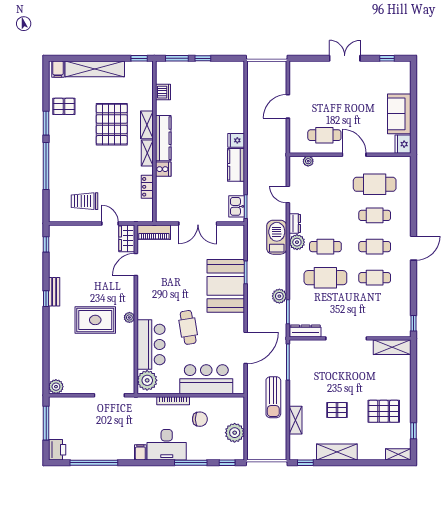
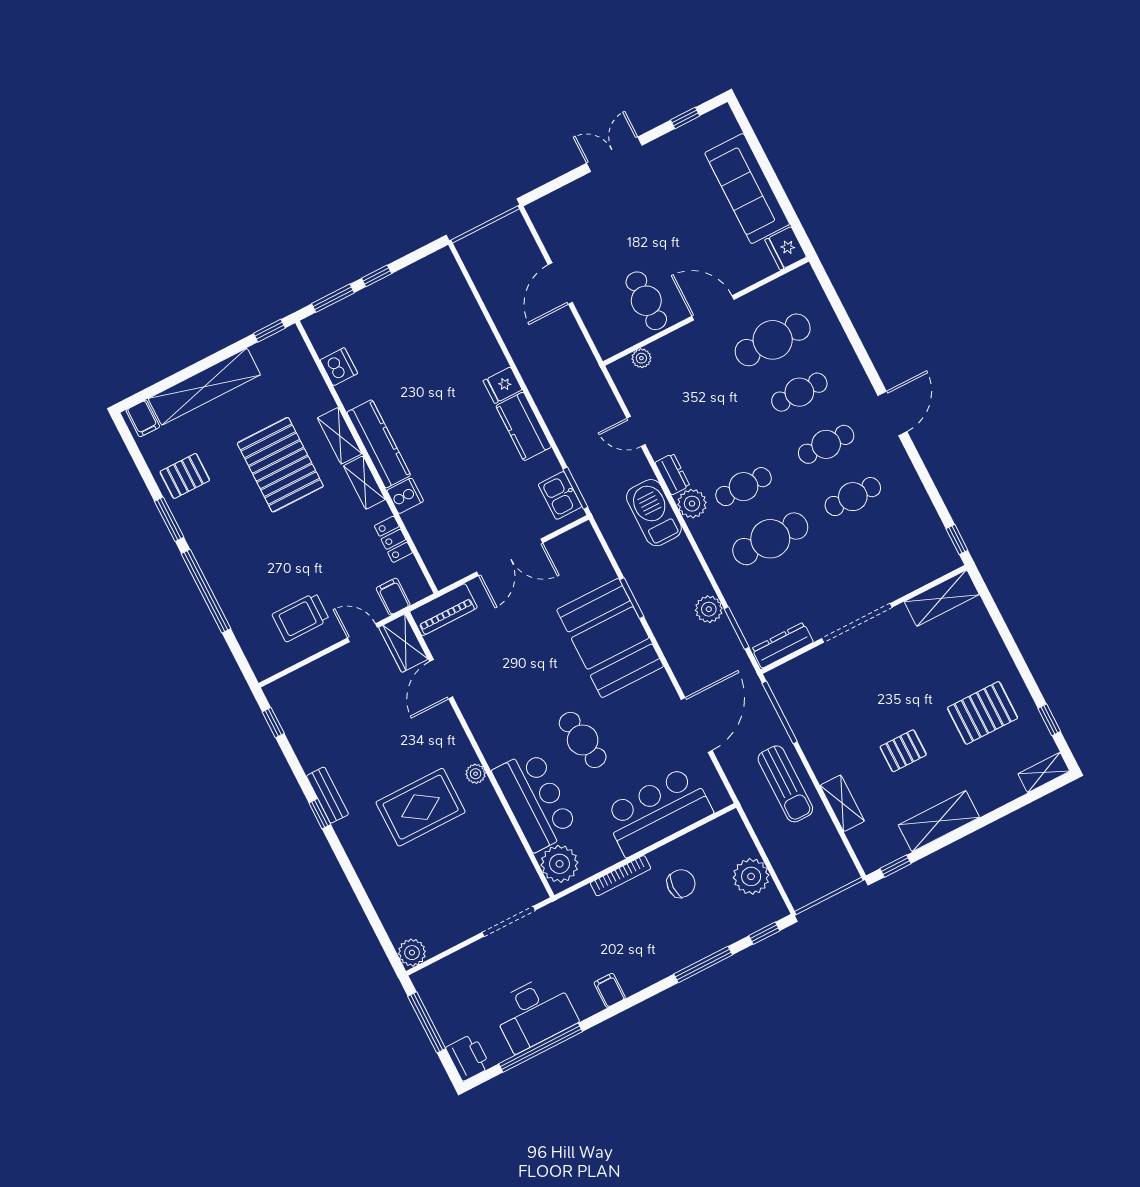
sofa: (399, 114) -> (747, 189), width x1.36
cafe table: (324, 135) -> (646, 301), turned 90
filing cabinet: (133, 214) -> (393, 597), added
desk: (167, 445) -> (534, 1013), moved

